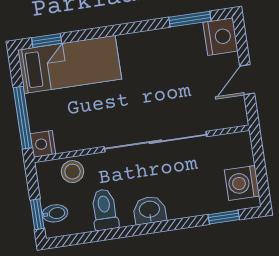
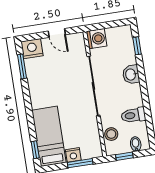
window: (23, 118) -> (80, 163), width x0.69
nightstand: (43, 144) -> (73, 155), moved
washing machine: (242, 183) -> (97, 39), moved, turned -90
washbasin: (149, 210) -> (131, 74), moved
window: (37, 214) -> (124, 156), moved

